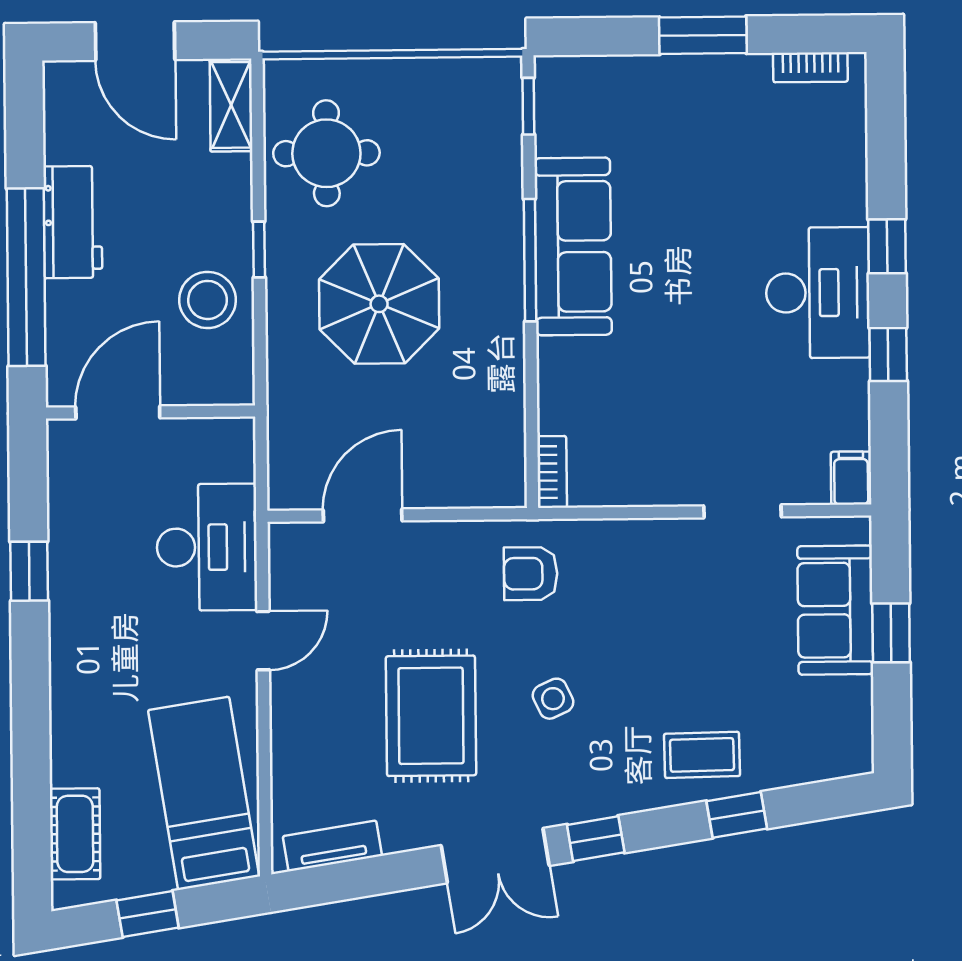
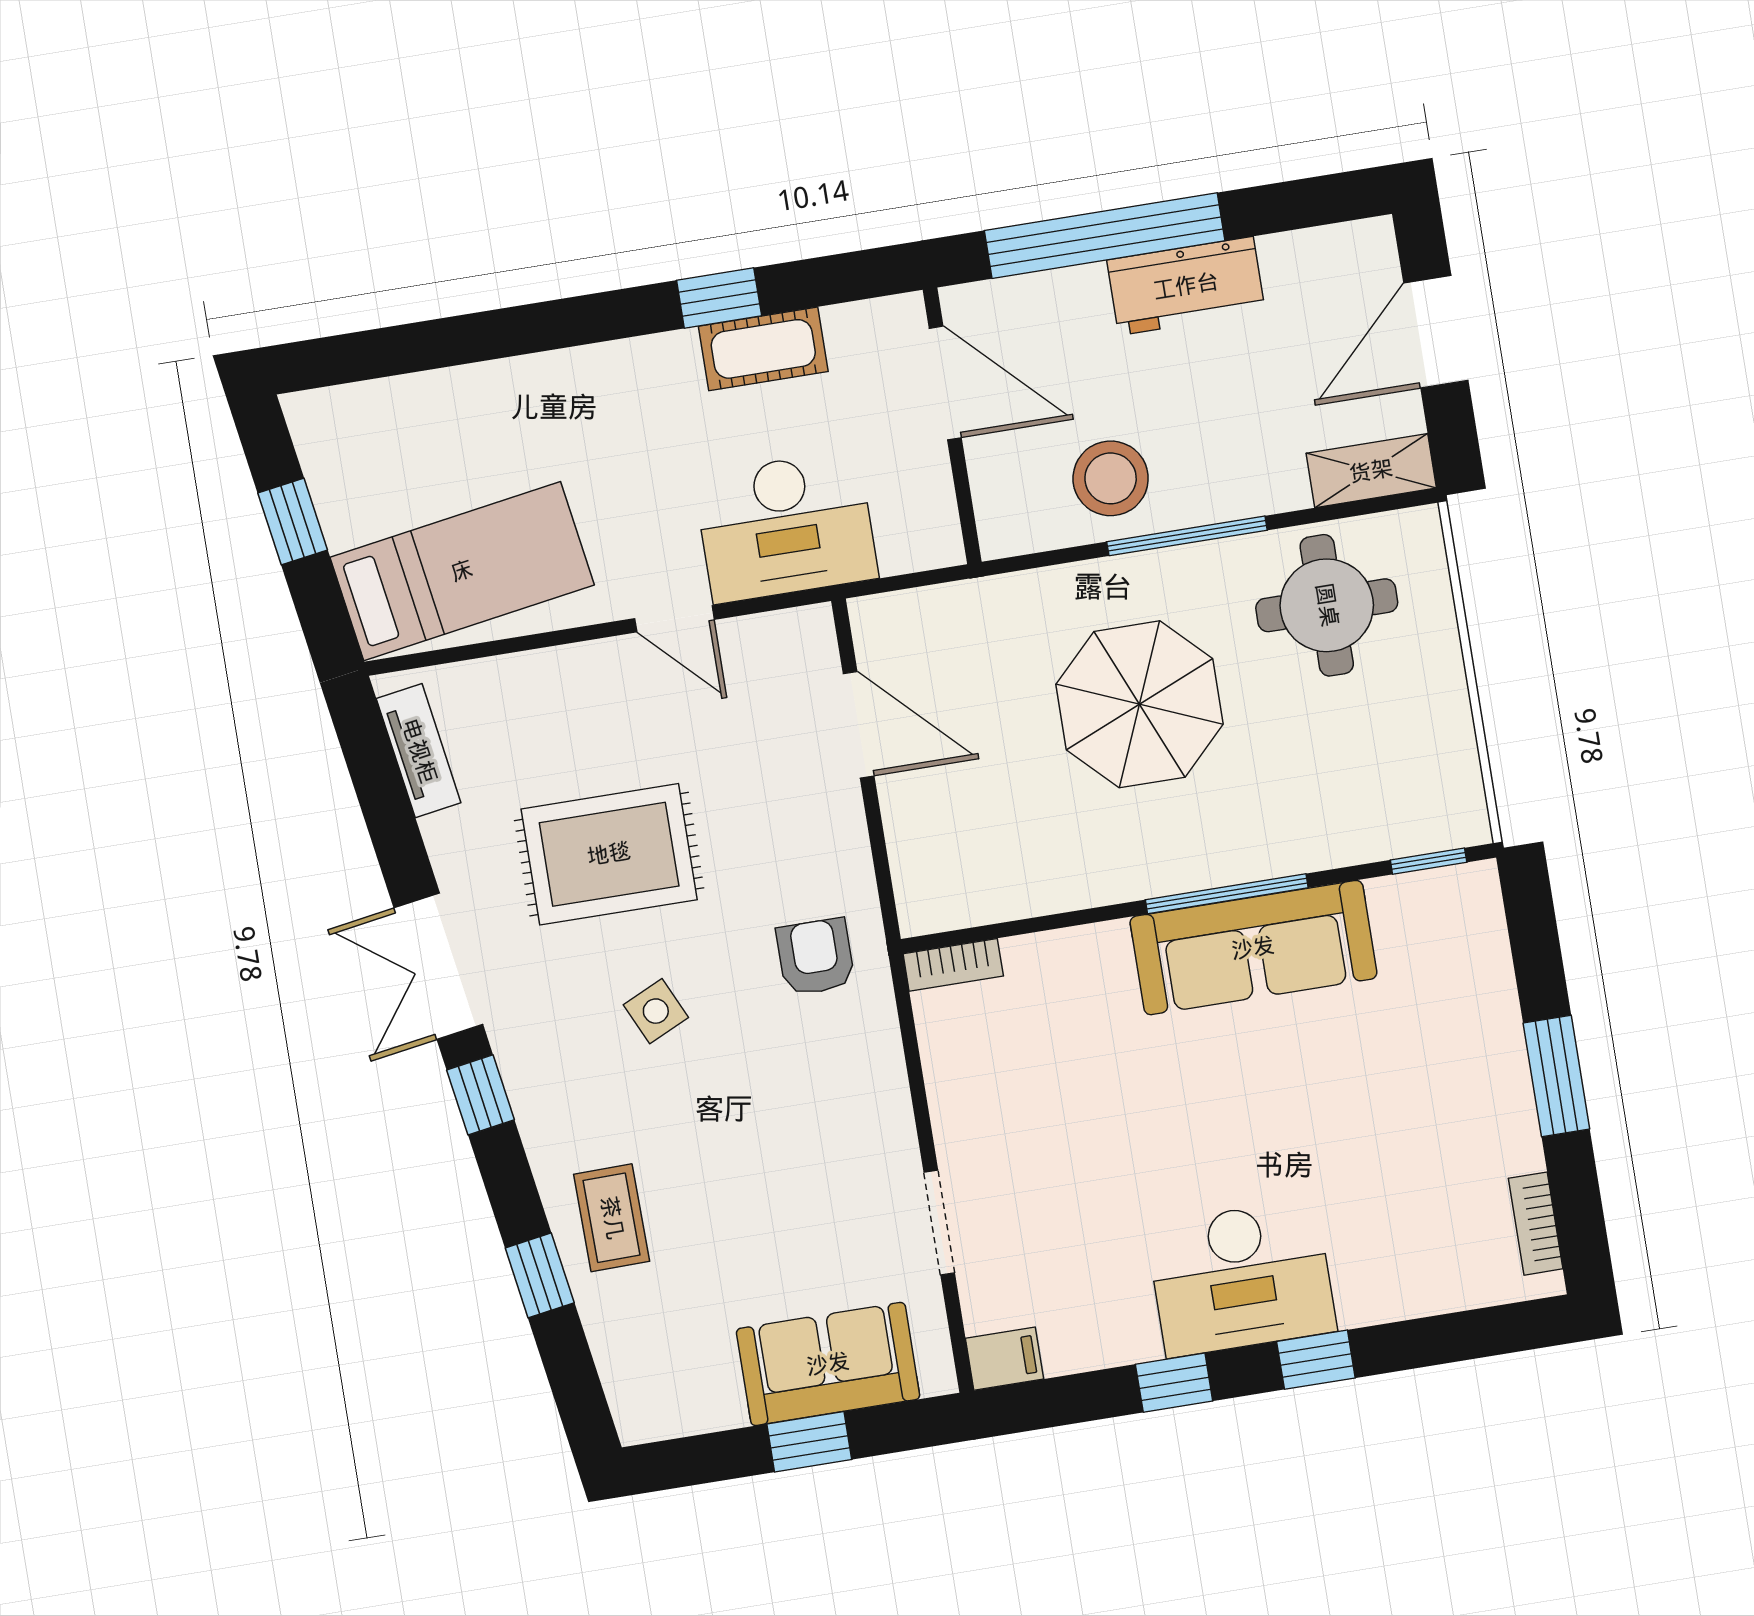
window: (259, 250) -> (1187, 536), width x2.17
cot: (75, 834) -> (763, 349), moved

